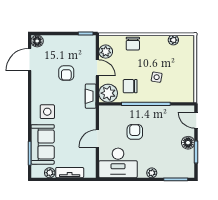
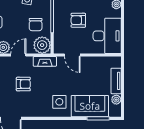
door: (97, 138) -> (72, 55), moved

